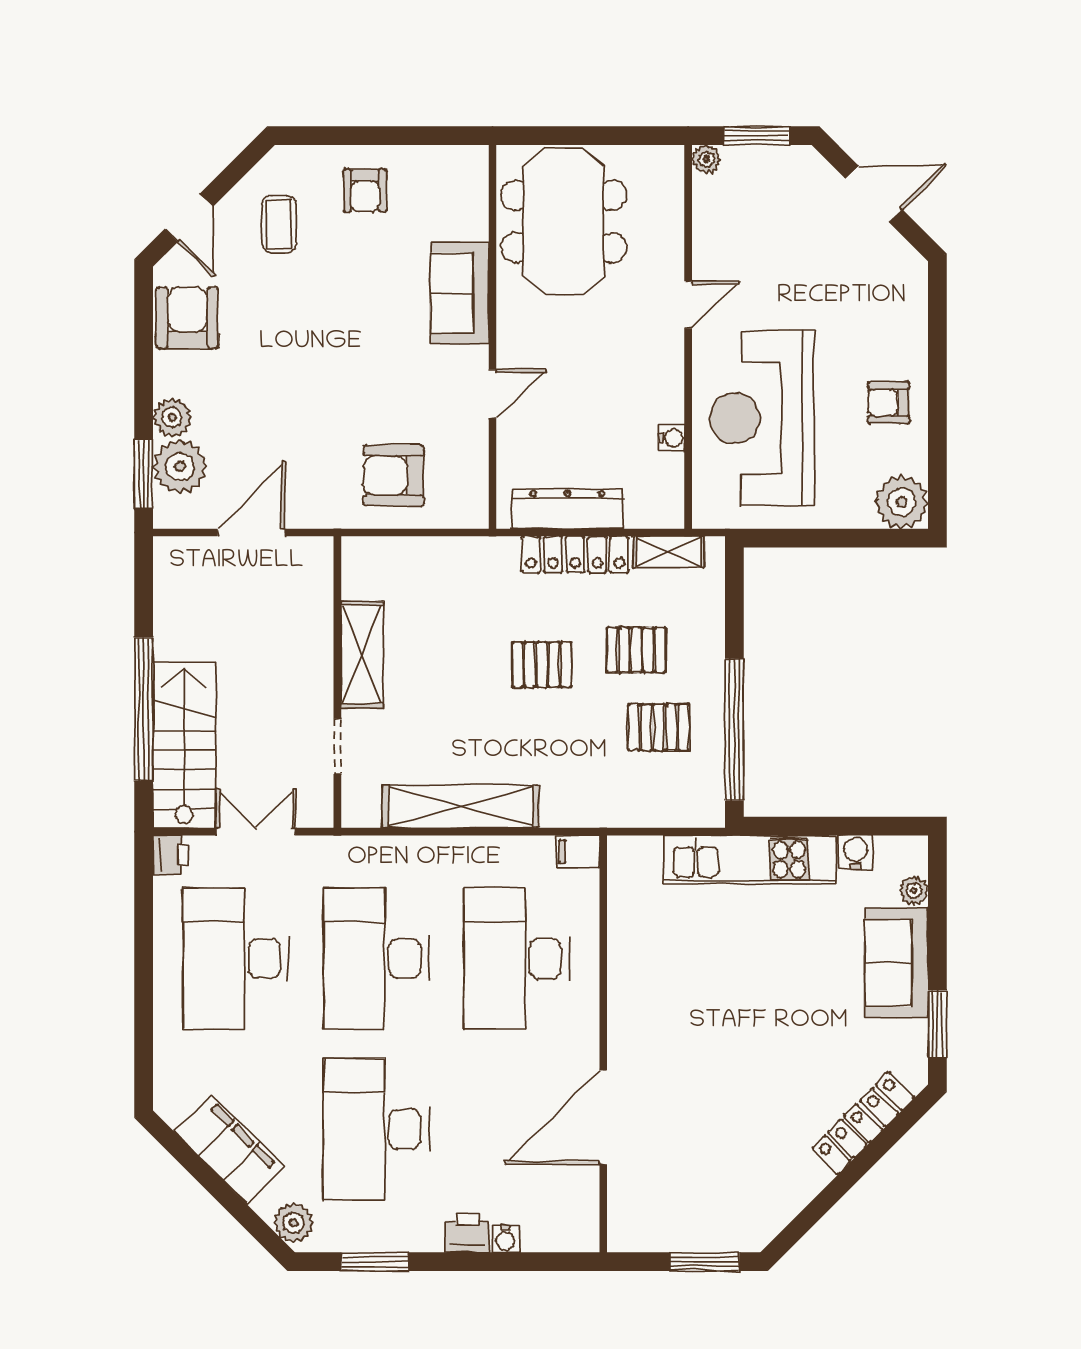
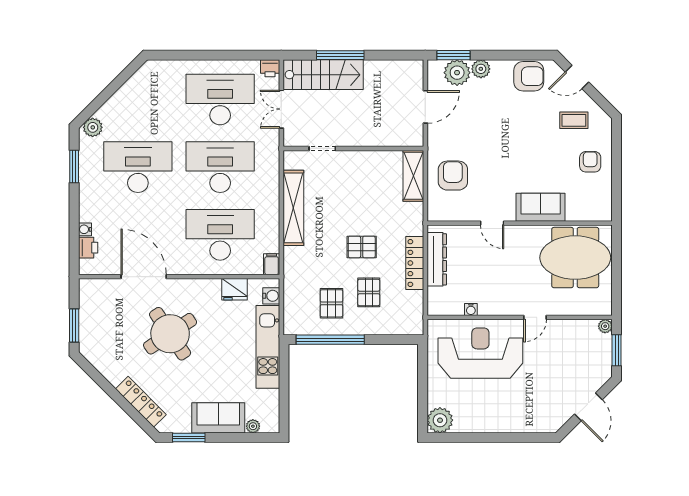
armchair: (365, 190) -> (590, 162), turned 90
door: (688, 305) -> (535, 317), hinge flipped
armchair: (889, 403) -> (488, 414), removed
door: (251, 533) -> (425, 107), hinge flipped
shelving: (669, 552) -> (416, 308), removed
shelving: (362, 654) -> (413, 176), moved, turned 90
pallet: (542, 665) -> (362, 247), turned 90
window: (144, 709) -> (340, 55), width x0.68
double door: (256, 832) -> (281, 109), swing flipped
water cooler: (856, 852) -> (271, 296), moved
fridge: (630, 929) -> (235, 289), added
round table: (722, 1062) -> (170, 334), added
filing cabinet: (230, 1149) -> (128, 97), removed
printer: (467, 1233) -> (88, 248), moved

